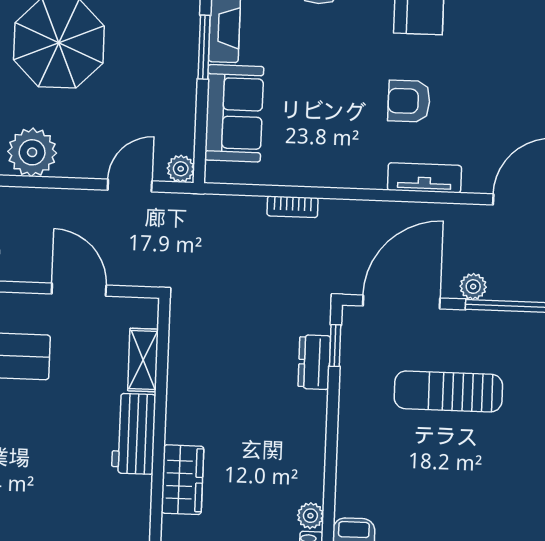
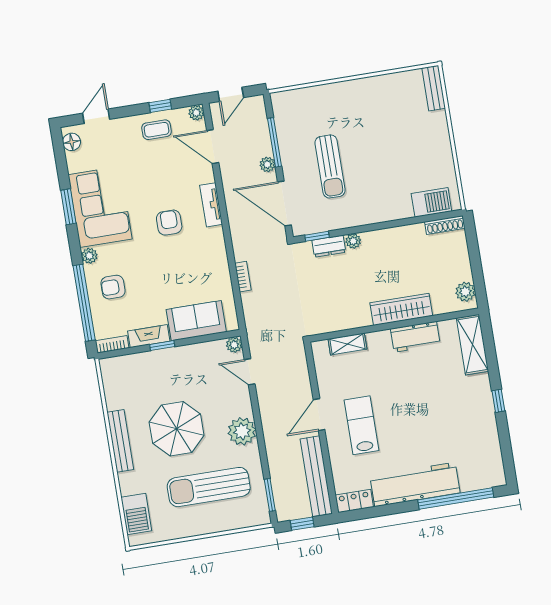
window: (204, 47) -> (162, 346), width x0.67
armchair: (409, 101) -> (169, 223), turned 180
door: (79, 290) -> (319, 415), moved
workbench: (134, 434) -> (415, 337), moved
wardrobe: (182, 480) -> (401, 309), width x1.50
plant: (310, 516) -> (353, 241), moved

